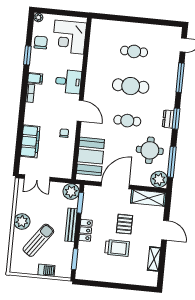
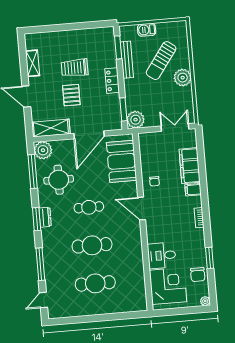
cafe table: (134, 51) -> (95, 283), width x1.37, depth x1.35
filing cabinet: (35, 78) -> (193, 190), moved
desk: (68, 82) -> (162, 255), moved
bench: (71, 225) -> (127, 60), moved

